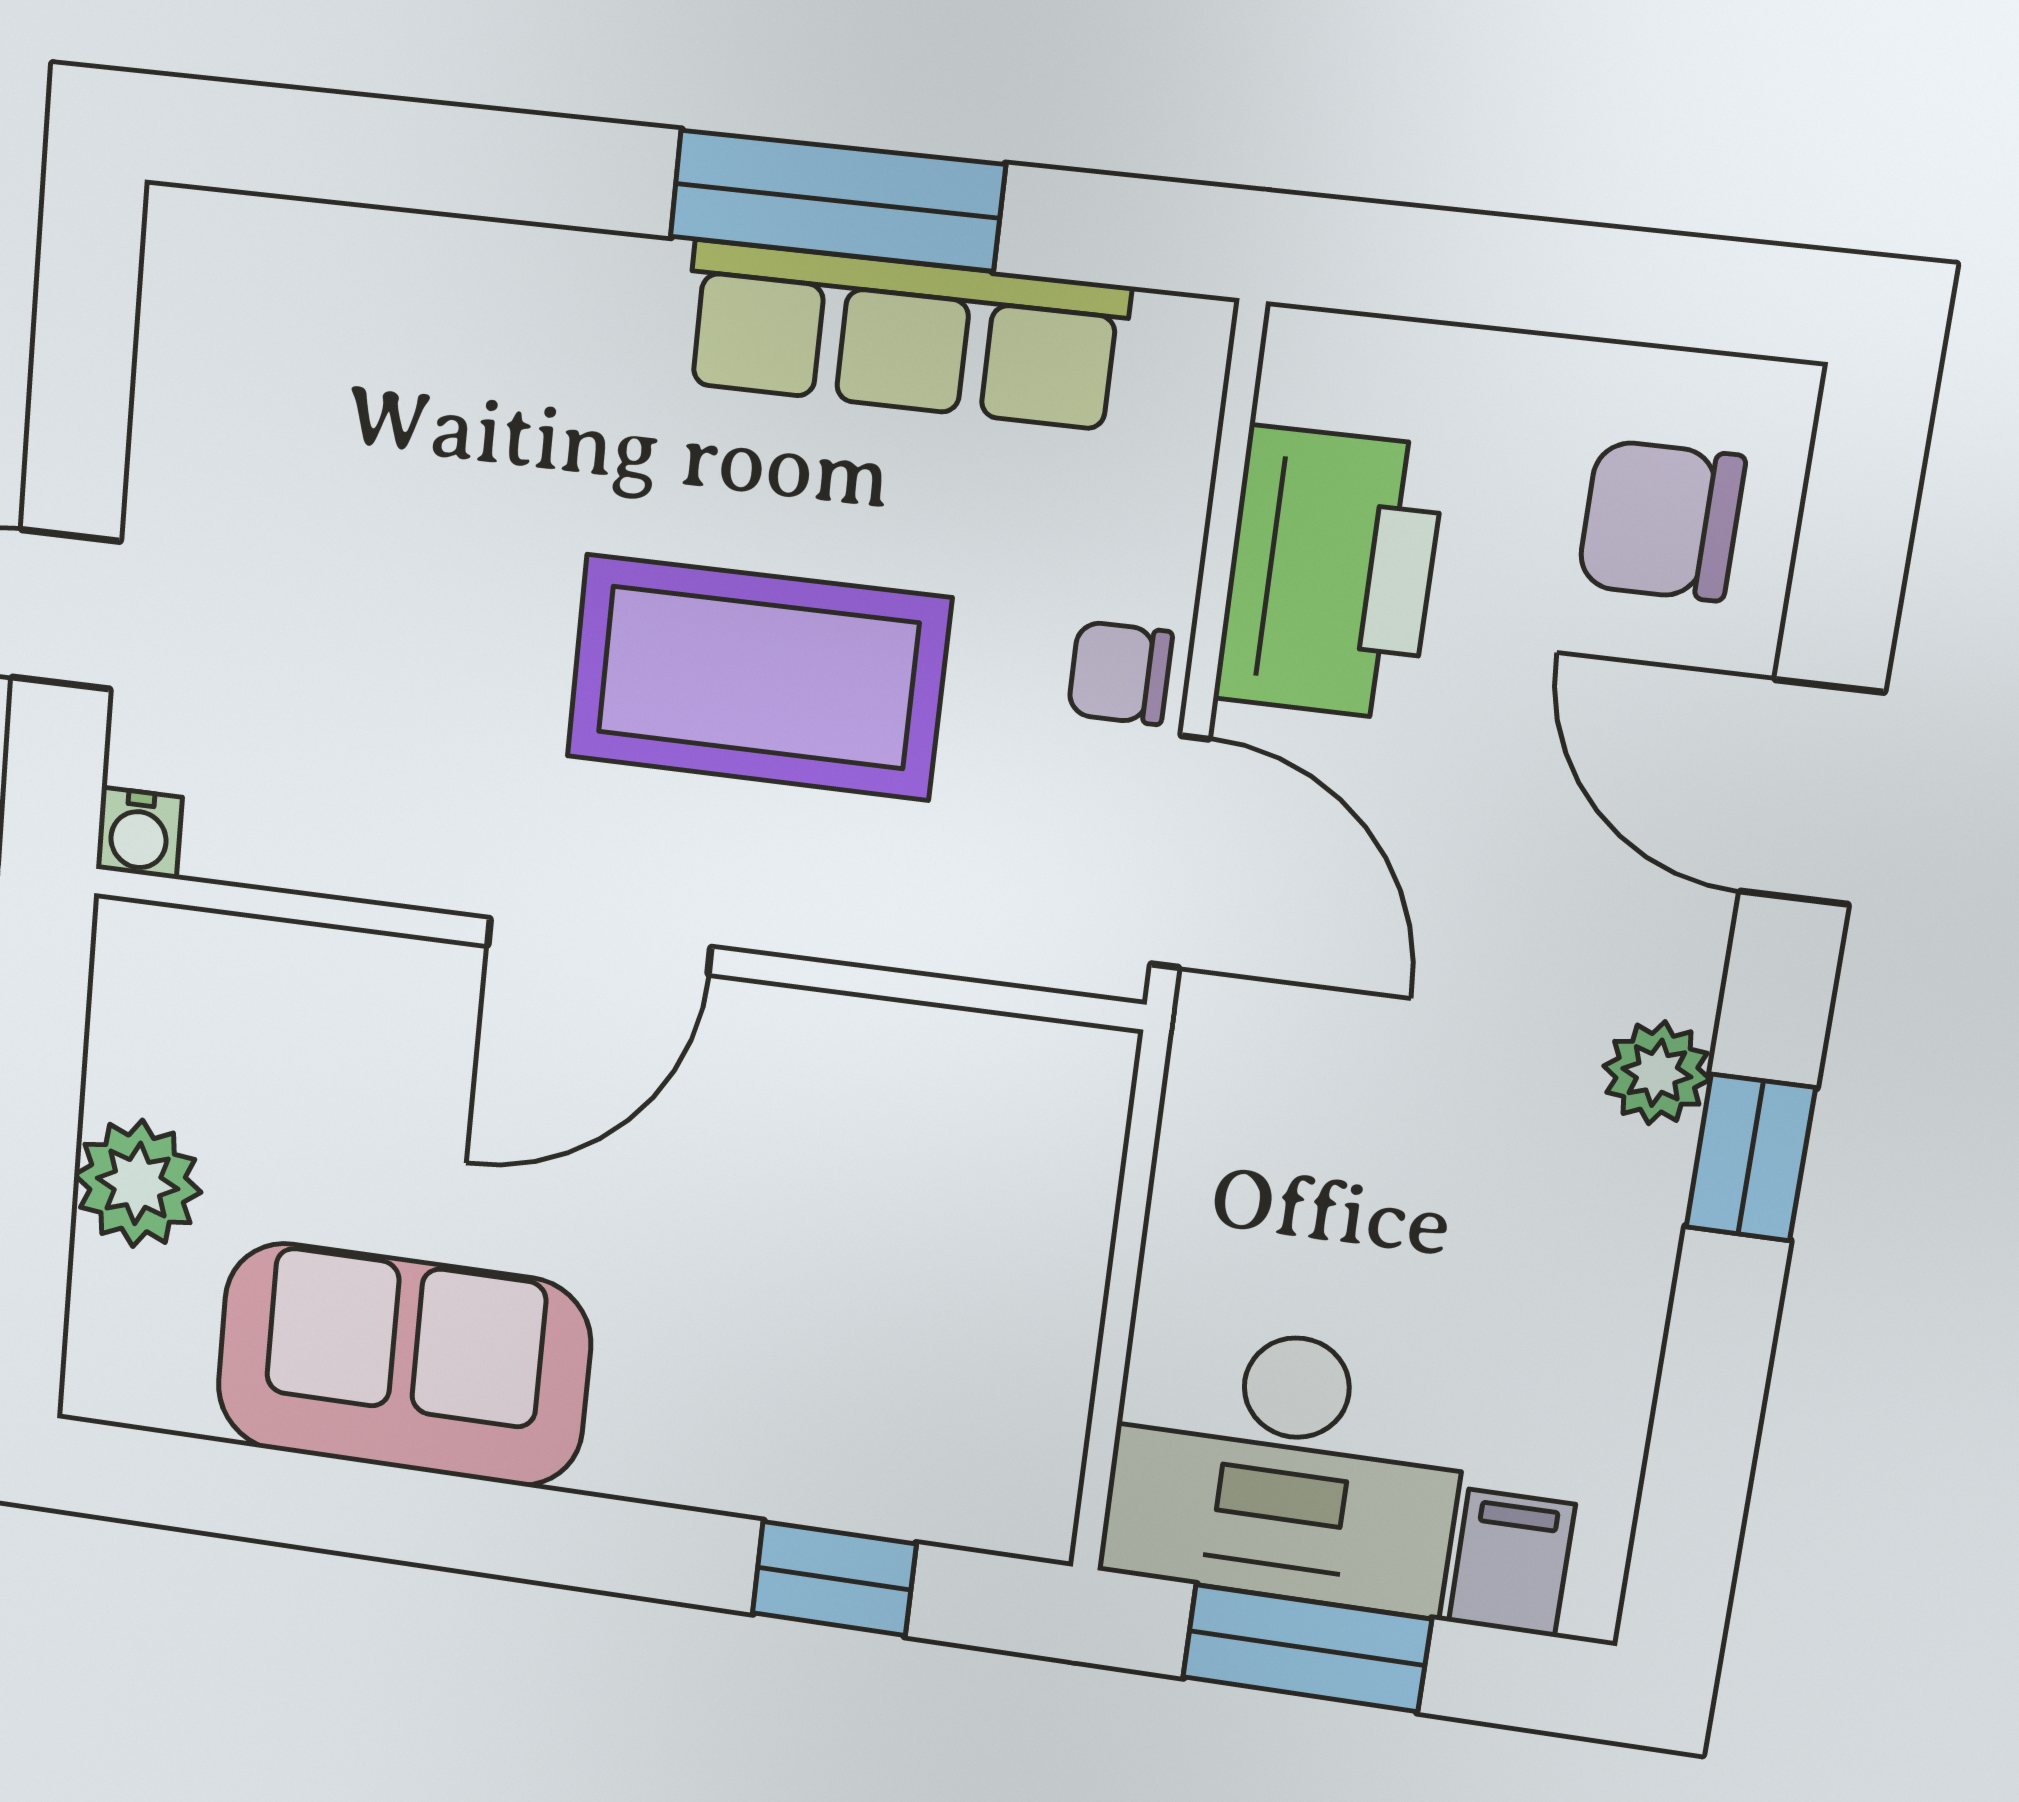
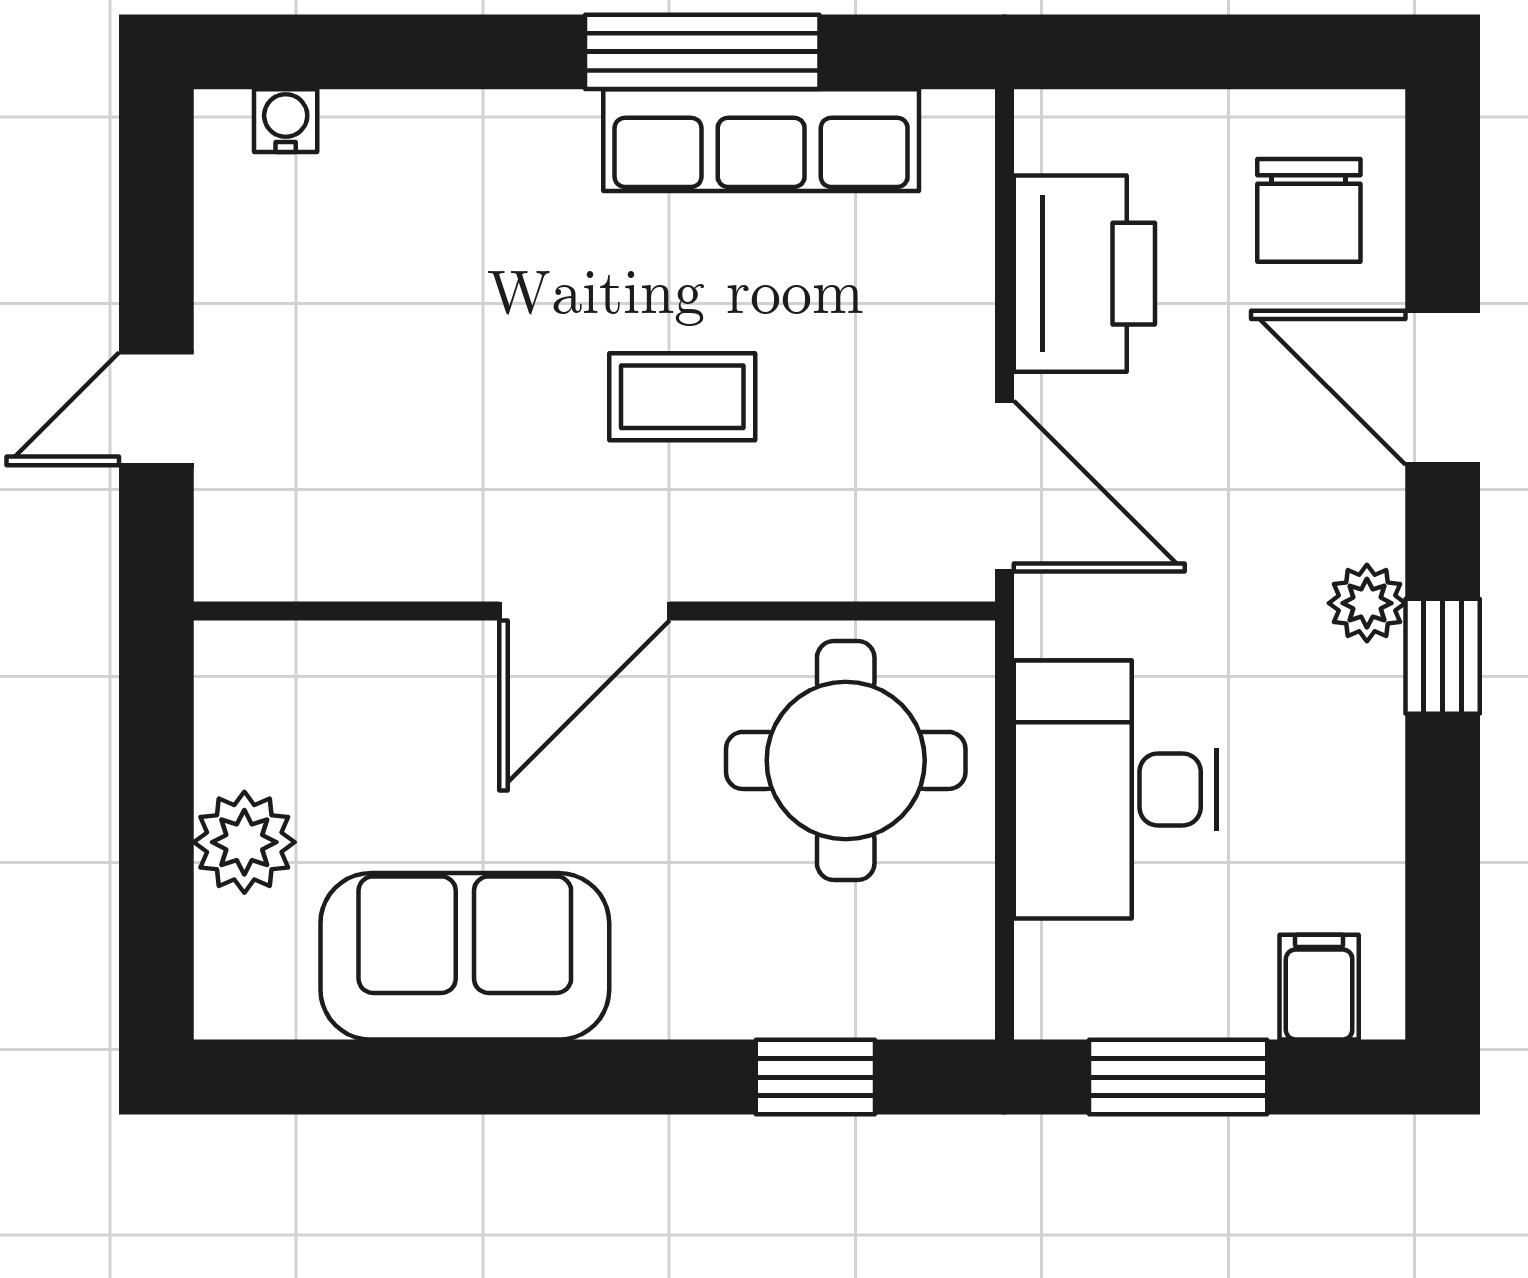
chair: (1661, 521) -> (1309, 210), turned -90
chair: (1120, 673) -> (945, 362), removed
coffee table: (758, 678) -> (682, 397), width x0.54, depth x0.58
water cooler: (139, 833) -> (286, 121), moved, turned 180
round table: (921, 1186) -> (846, 760), added
desk: (1285, 1468) -> (1115, 789), moved, turned 90

